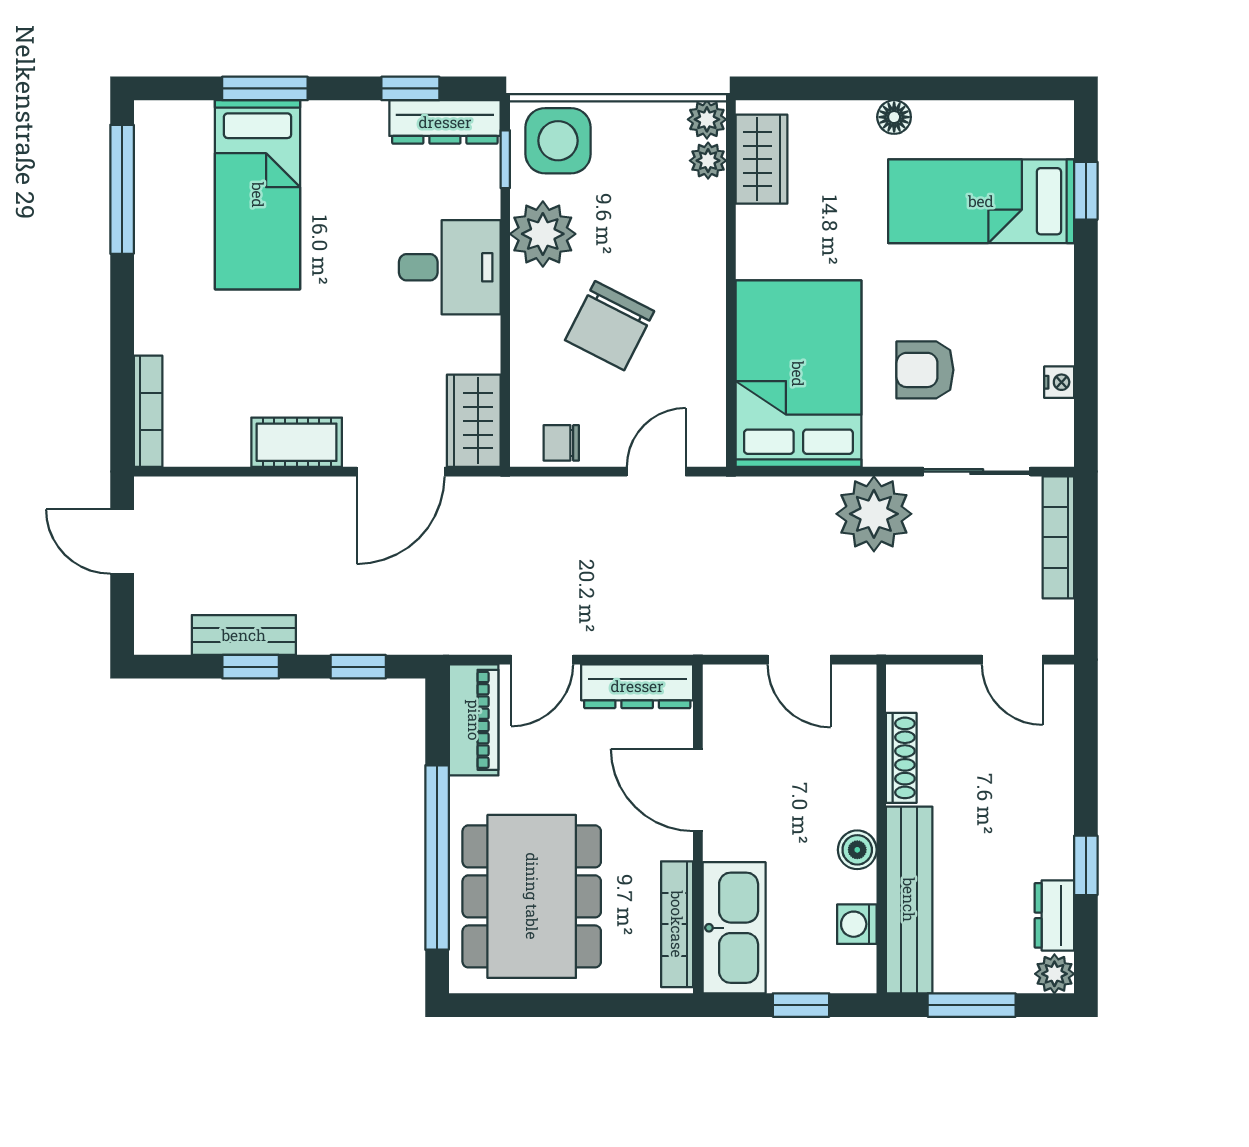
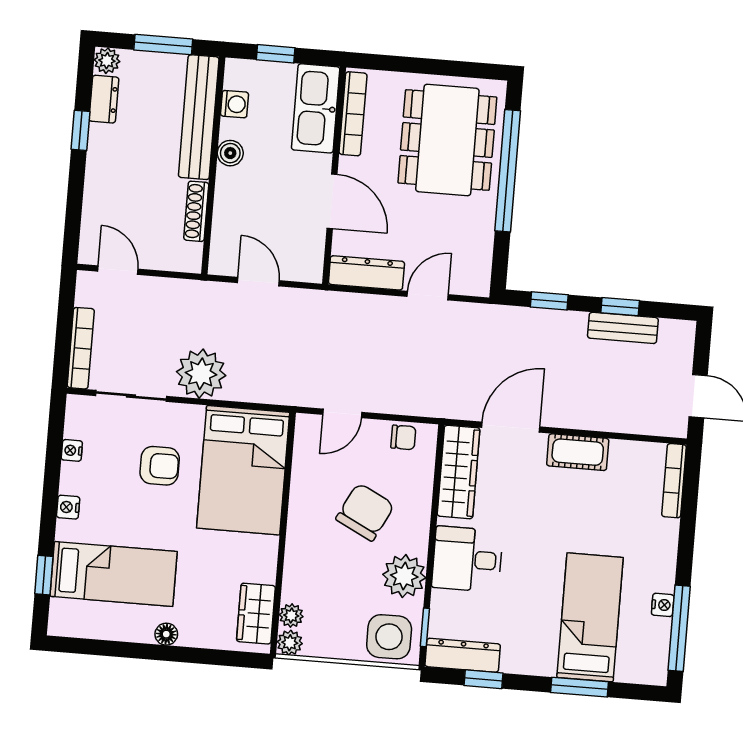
nightstand: (150, 223) -> (663, 605), added
nightstand: (1058, 296) -> (68, 507), added
wardrobe: (474, 421) -> (459, 472), width x1.50
piano: (474, 720) -> (476, 260), removed

